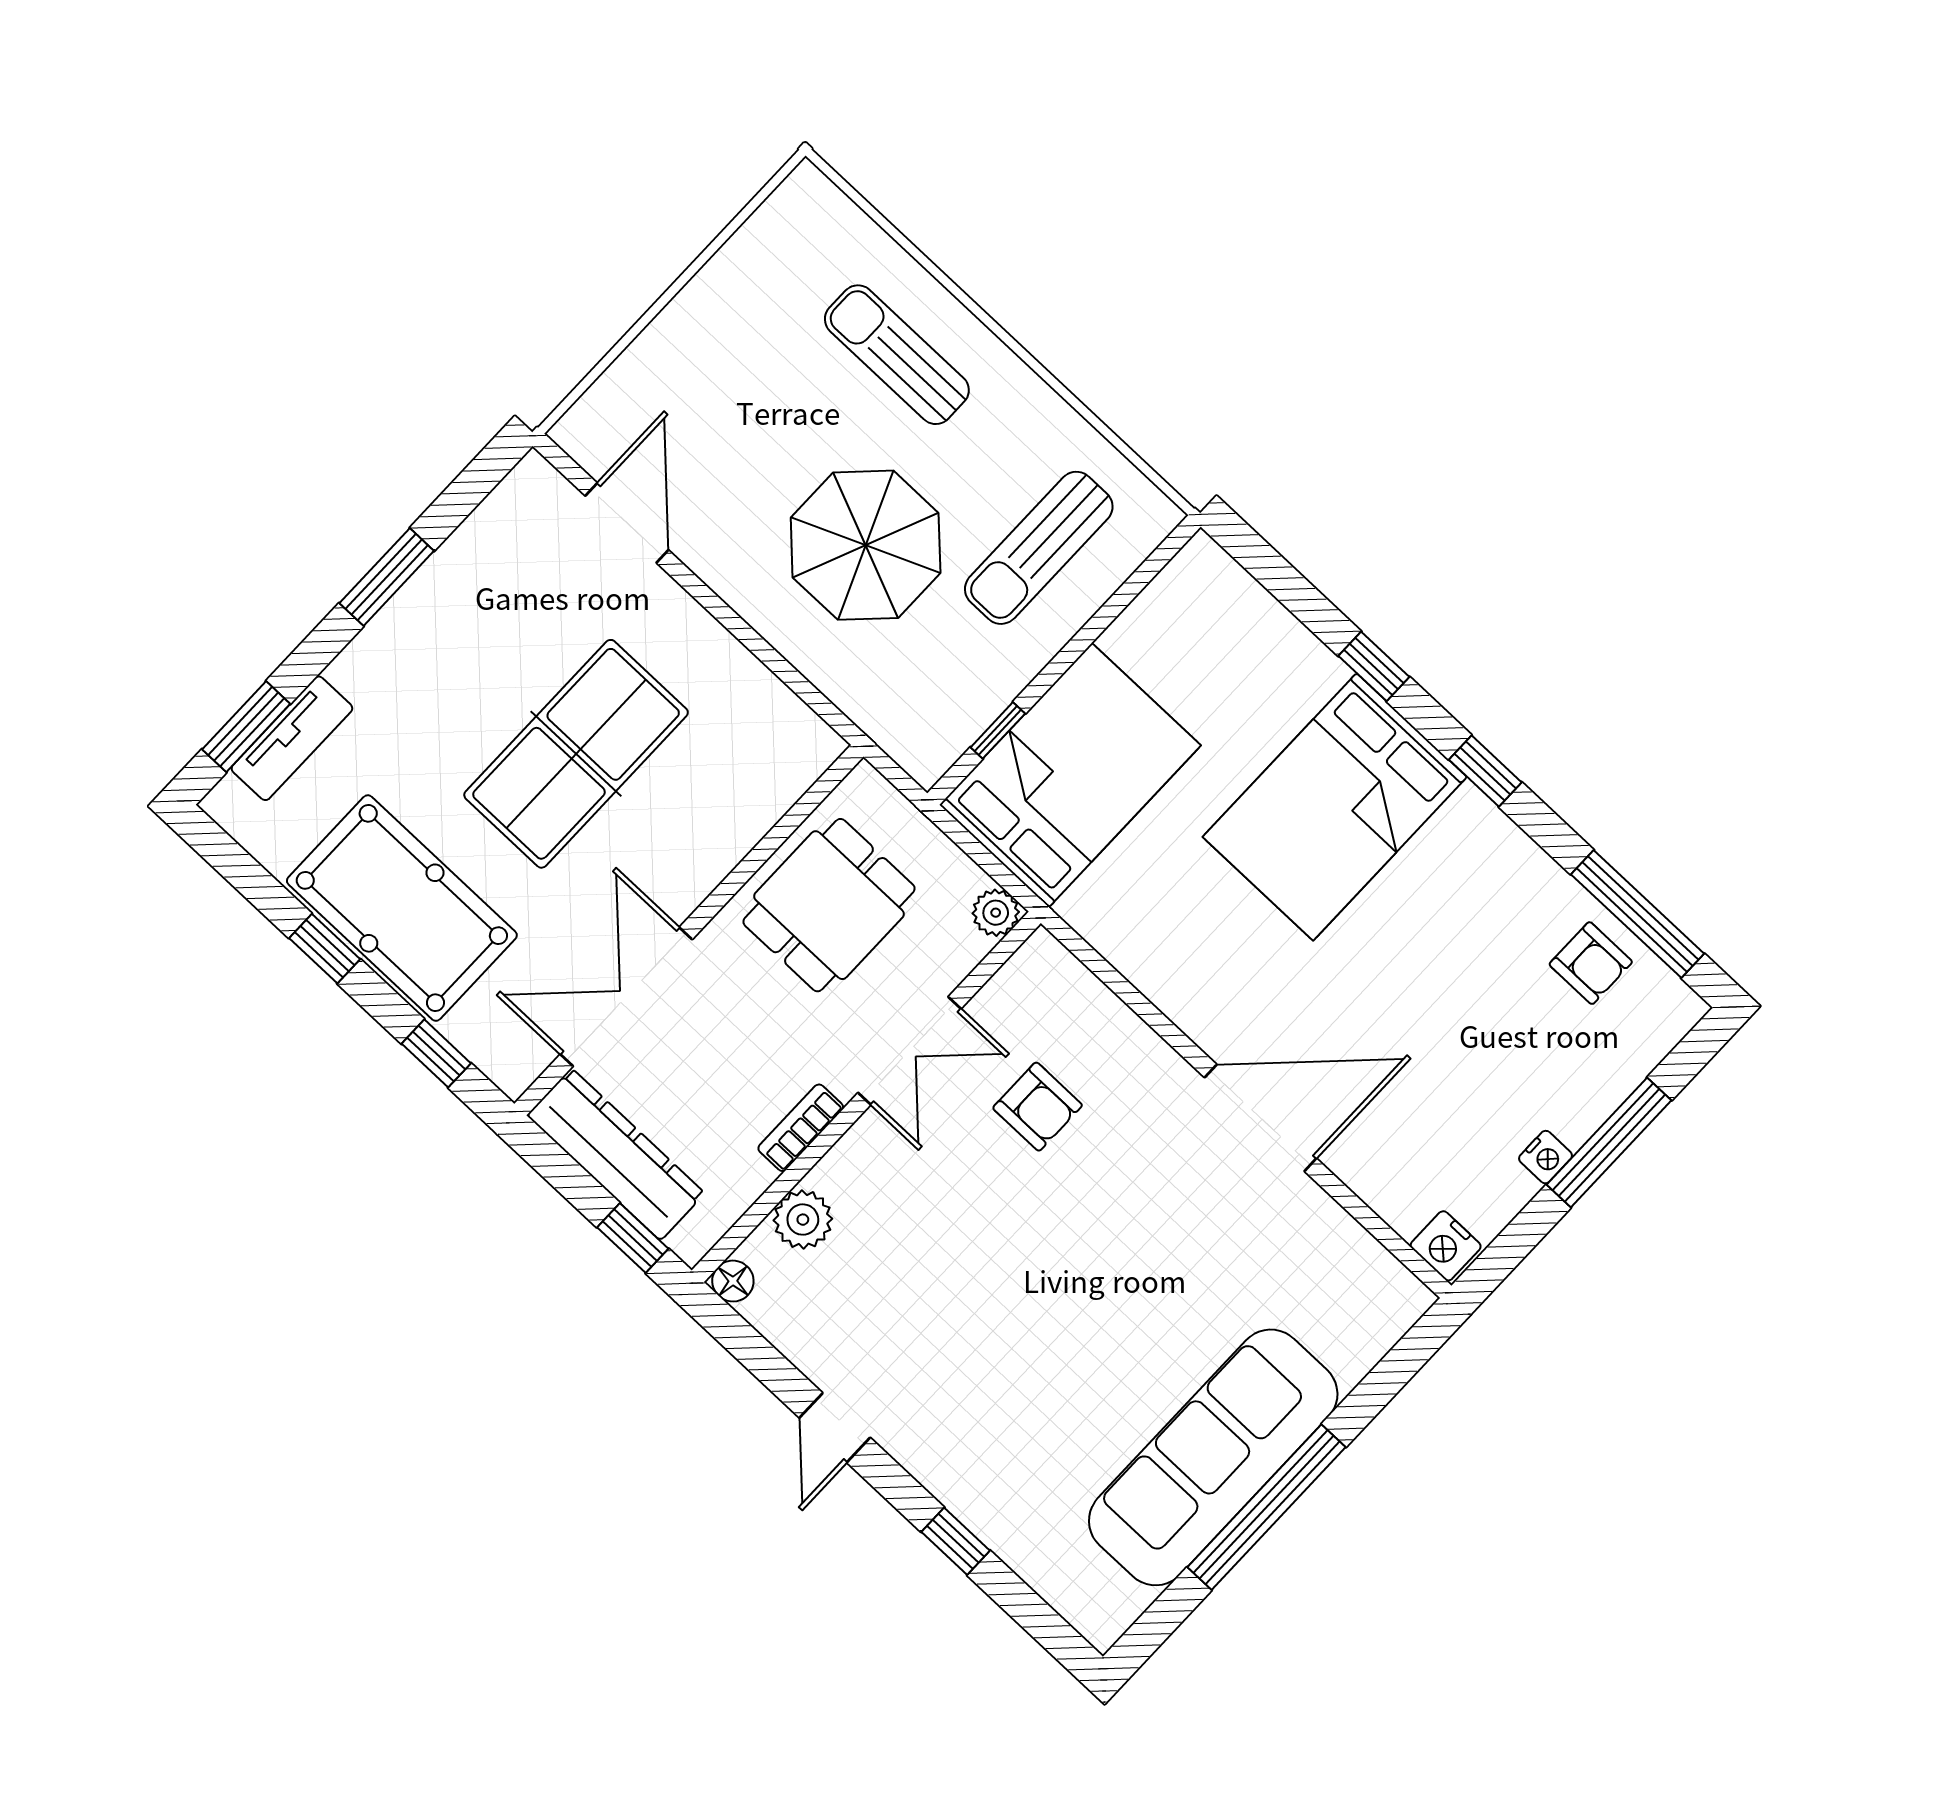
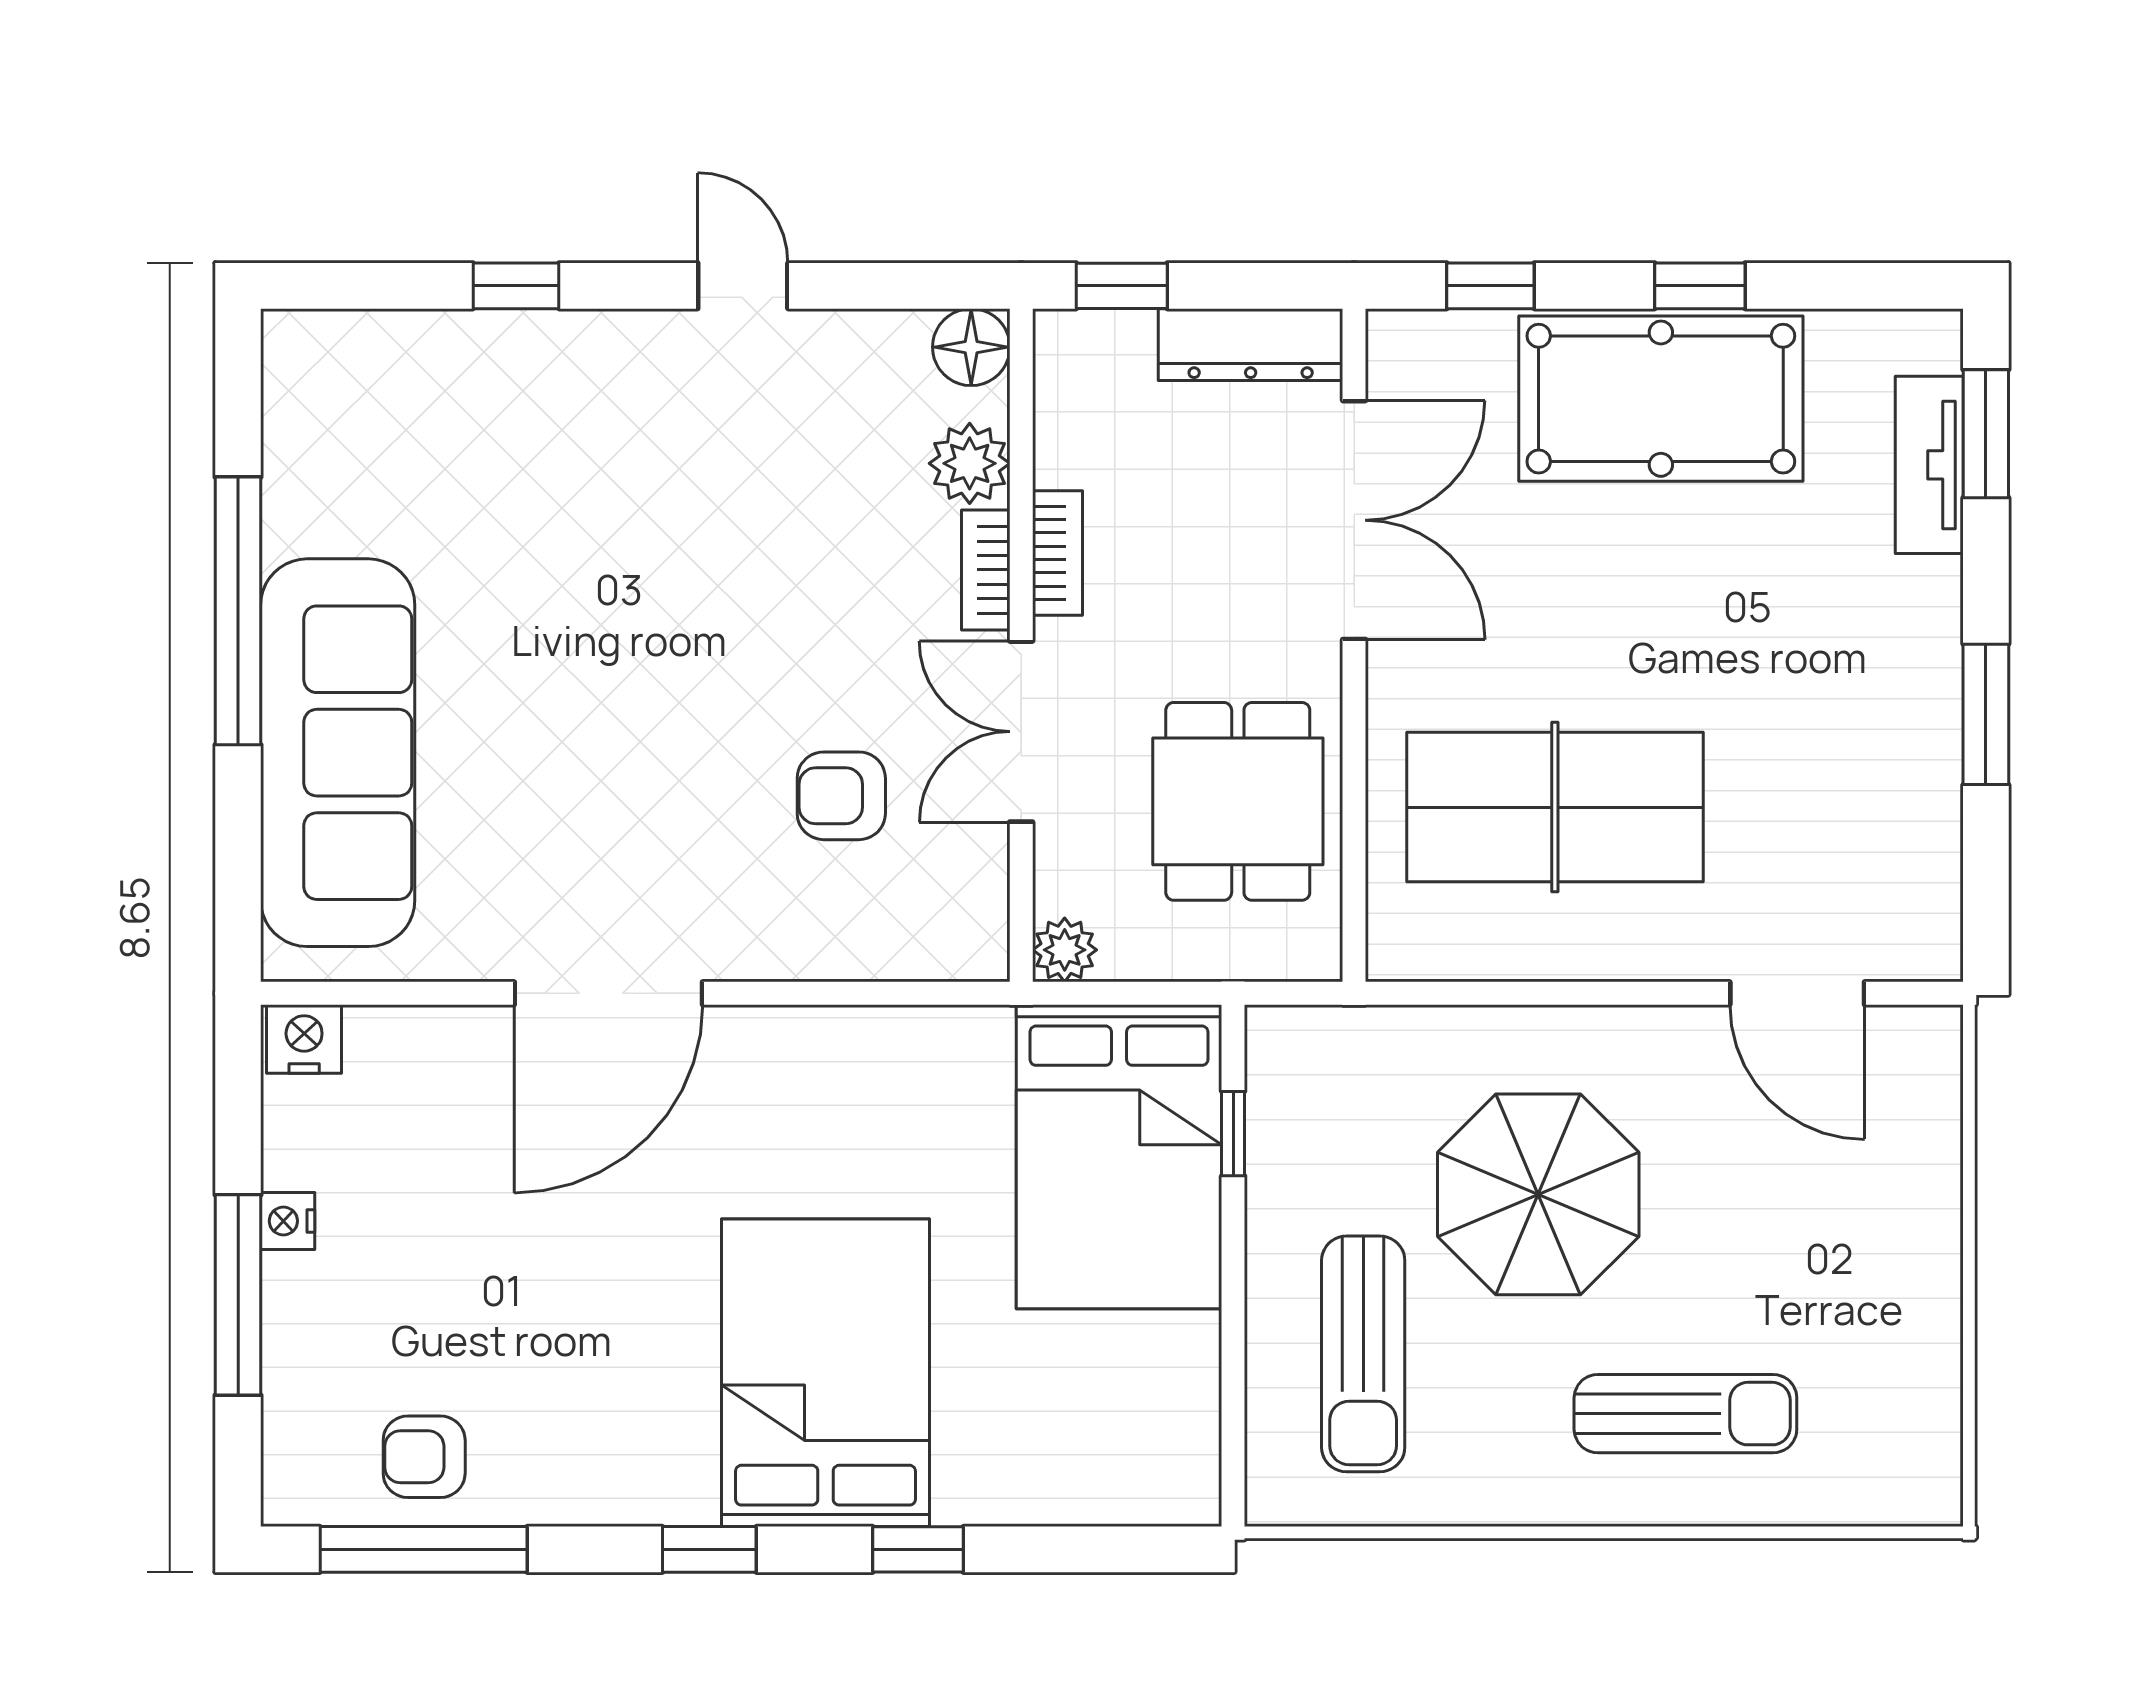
sun lounger: (1039, 548) -> (1363, 1354), turned 180
table tennis table: (576, 754) -> (1555, 807), moved, turned 90
dresser: (616, 1154) -> (1251, 345), width x0.73, depth x0.80
bookcase: (847, 1155) -> (986, 570), added
floor lamp: (733, 1281) -> (971, 347), width x1.37, depth x1.37
sofa: (1213, 1457) -> (338, 753), moved

